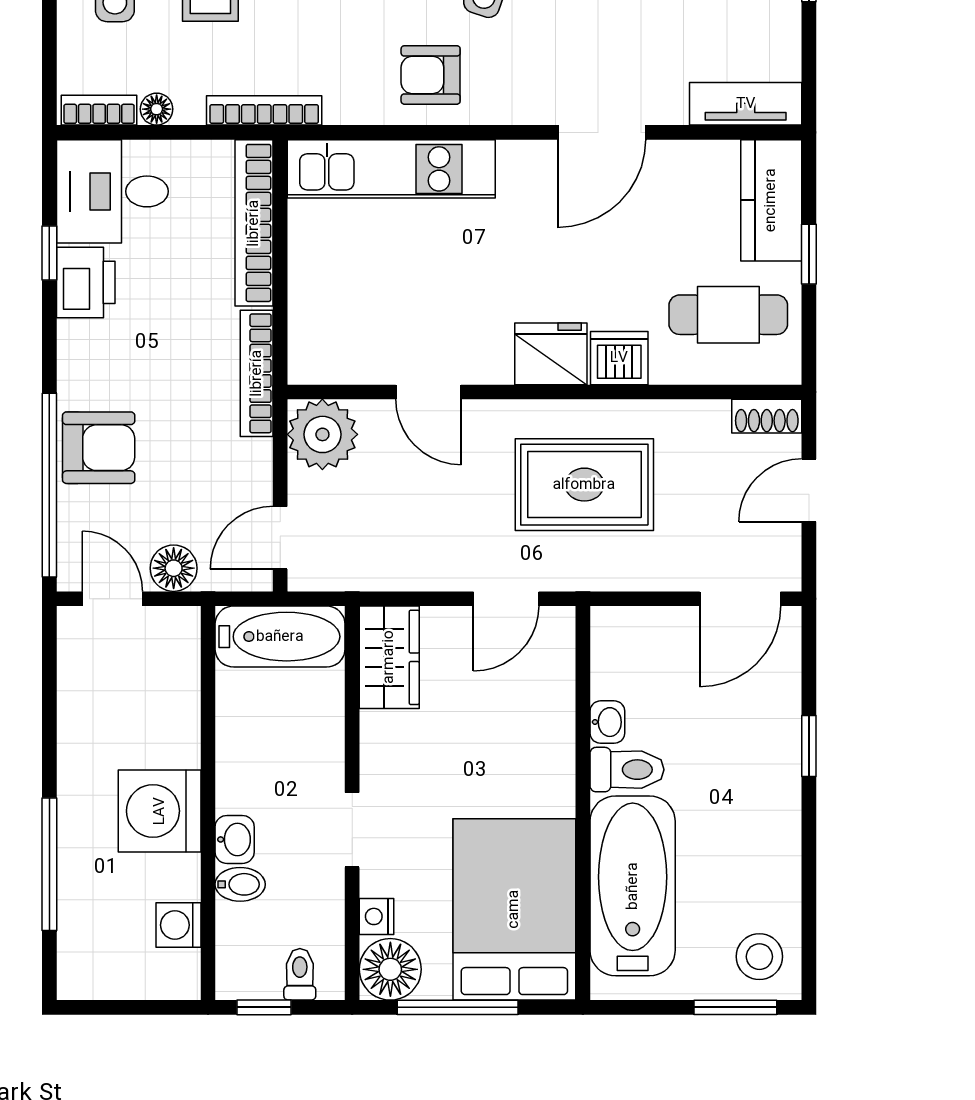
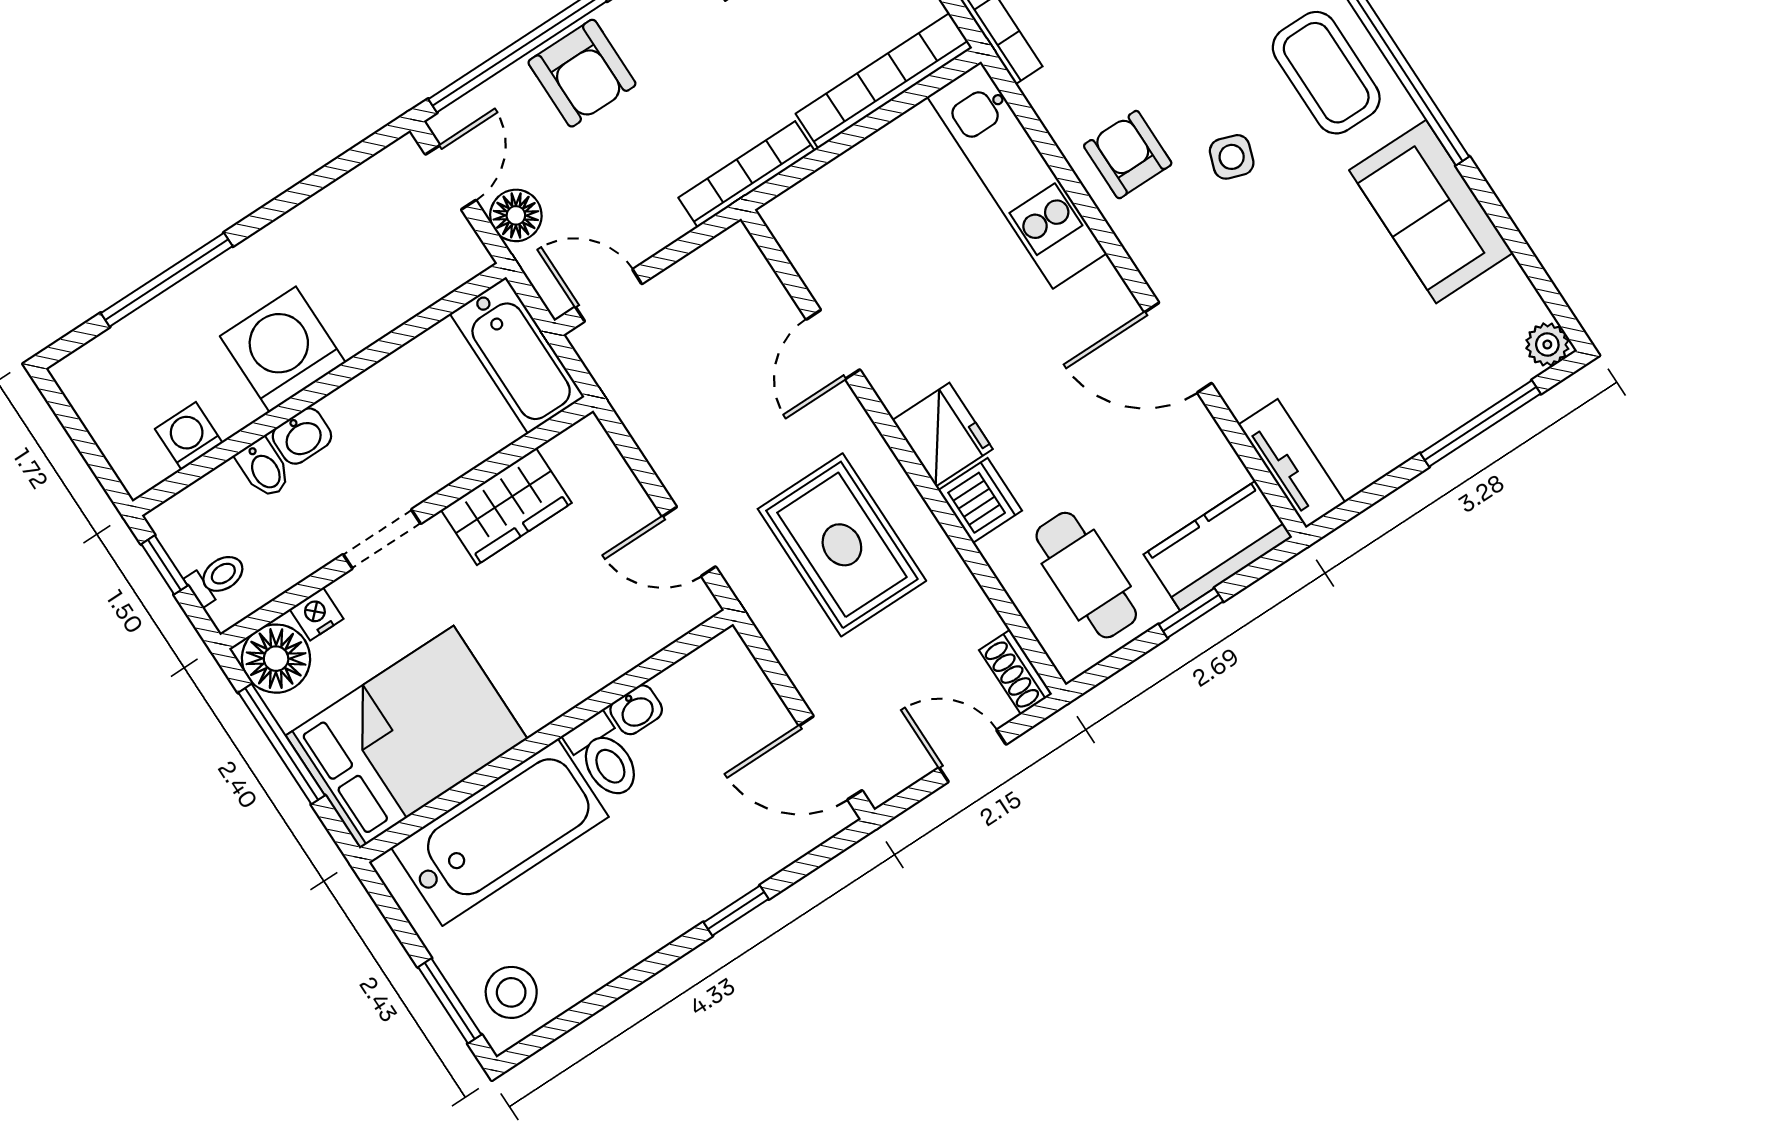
plant: (322, 434) -> (730, 272), removed
wardrobe: (389, 657) -> (506, 506), moved

